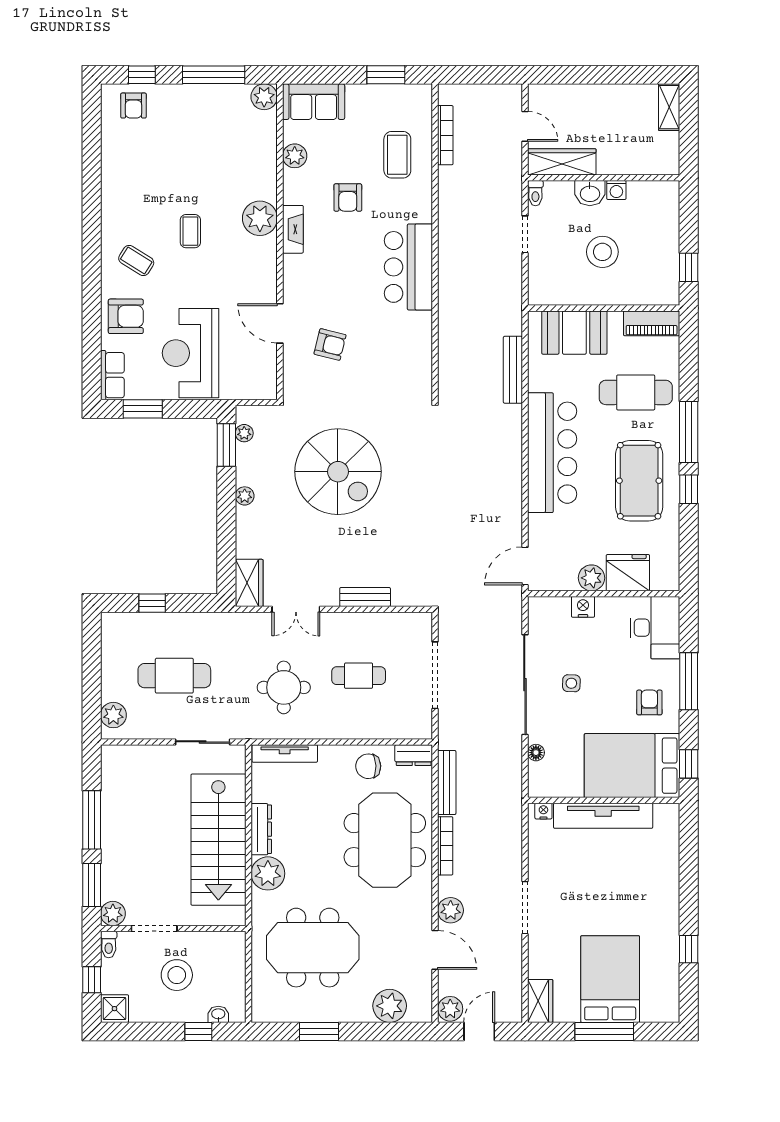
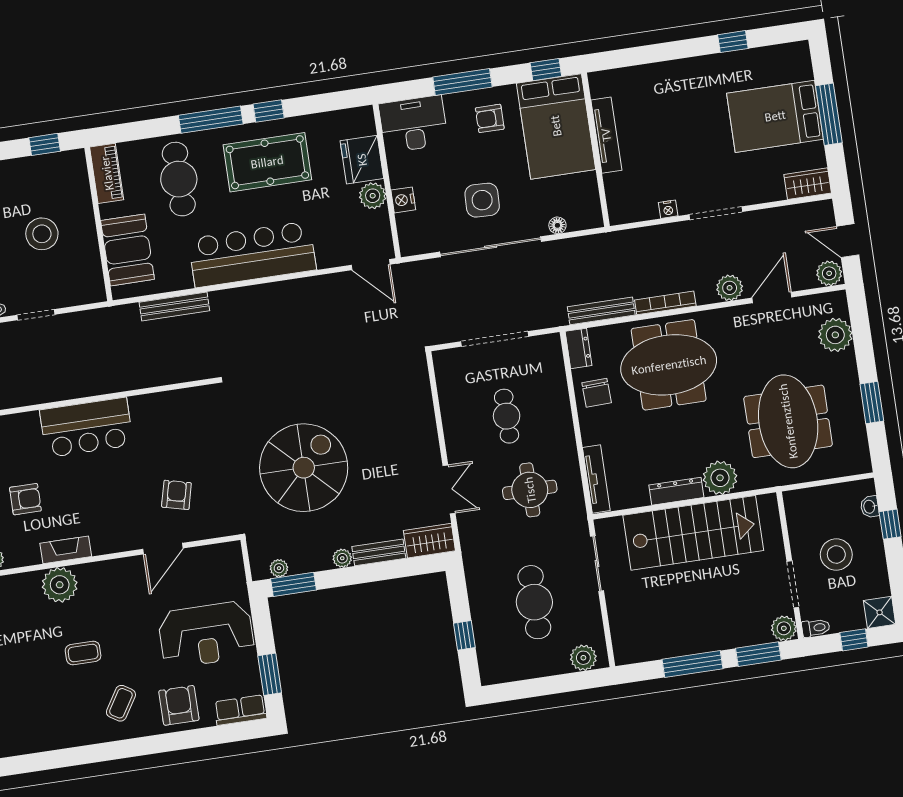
bench: (365, 597) -> (379, 552), moved, turned 90
side table: (571, 683) -> (482, 200), width x1.87, depth x1.87
nightstand: (543, 811) -> (668, 209), moved, turned -90
tv unit: (603, 816) -> (606, 135), width x0.73, depth x0.78

